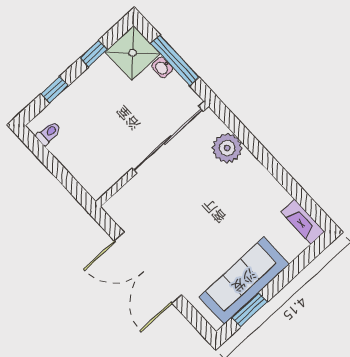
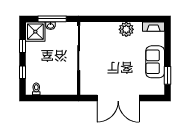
plant: (227, 148) -> (126, 29), moved
sofa: (244, 281) -> (155, 62), width x0.73

